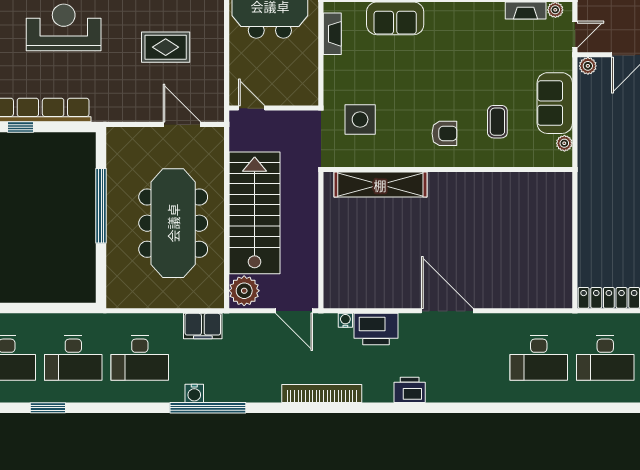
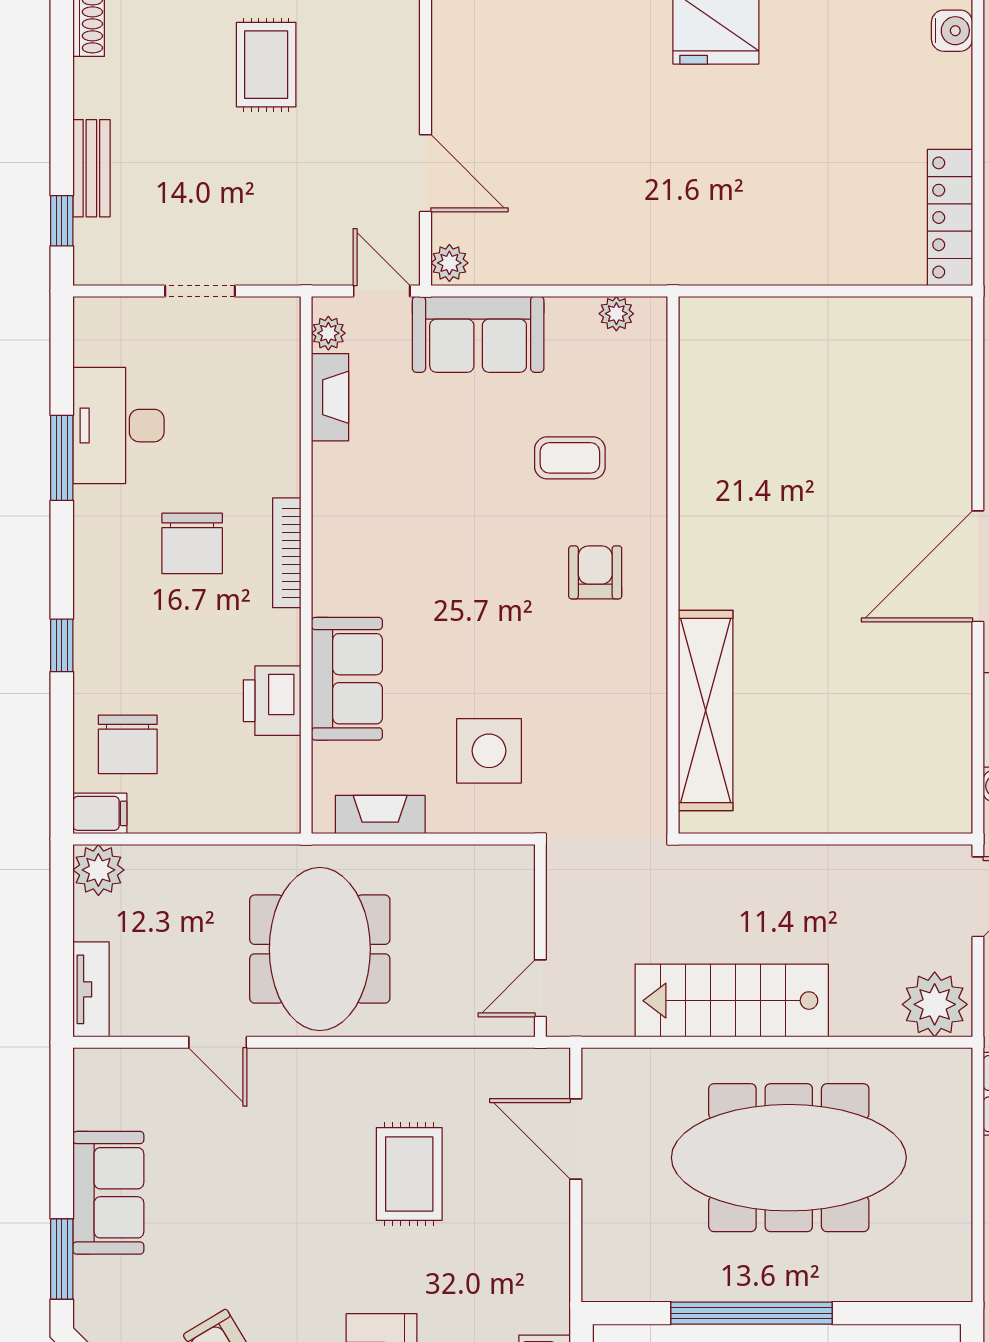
sofa: (555, 103) -> (478, 334), moved
side table: (360, 120) -> (489, 751), moved
door: (182, 124) -> (576, 1139), hinge flipped
stairs: (255, 213) -> (732, 1001), width x0.73, depth x0.66

